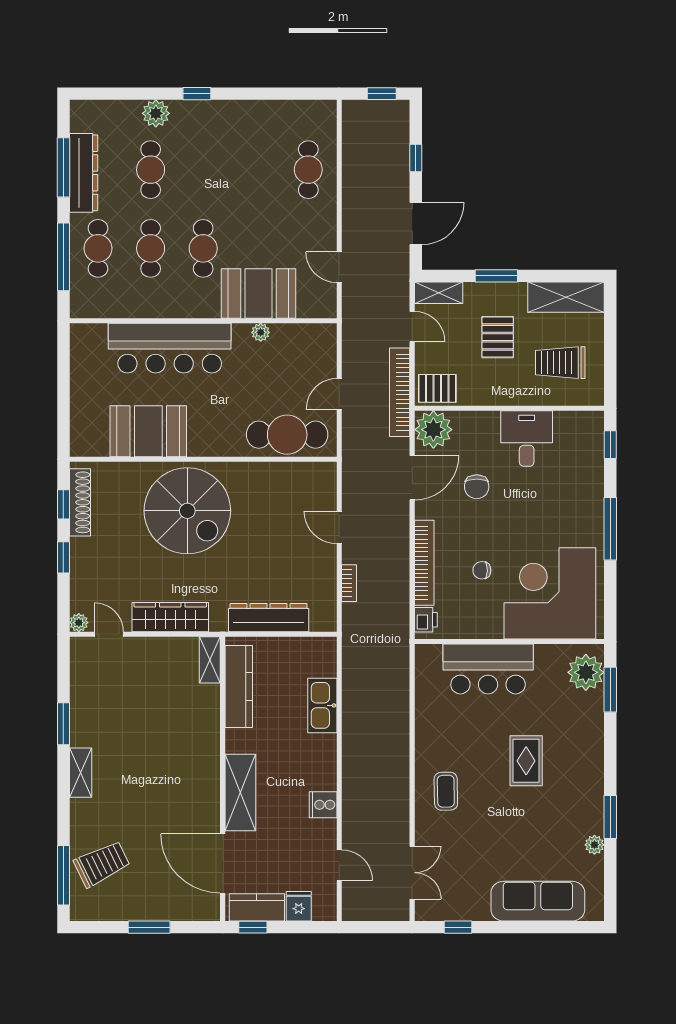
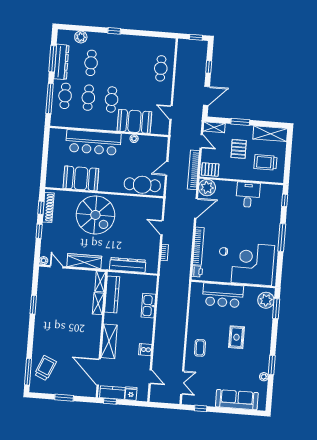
plant: (156, 113) -> (81, 37), moved
chair: (477, 487) -> (224, 214), removed
shelving: (81, 773) -> (98, 304), moved
trolley: (102, 864) -> (45, 368), turned -41

